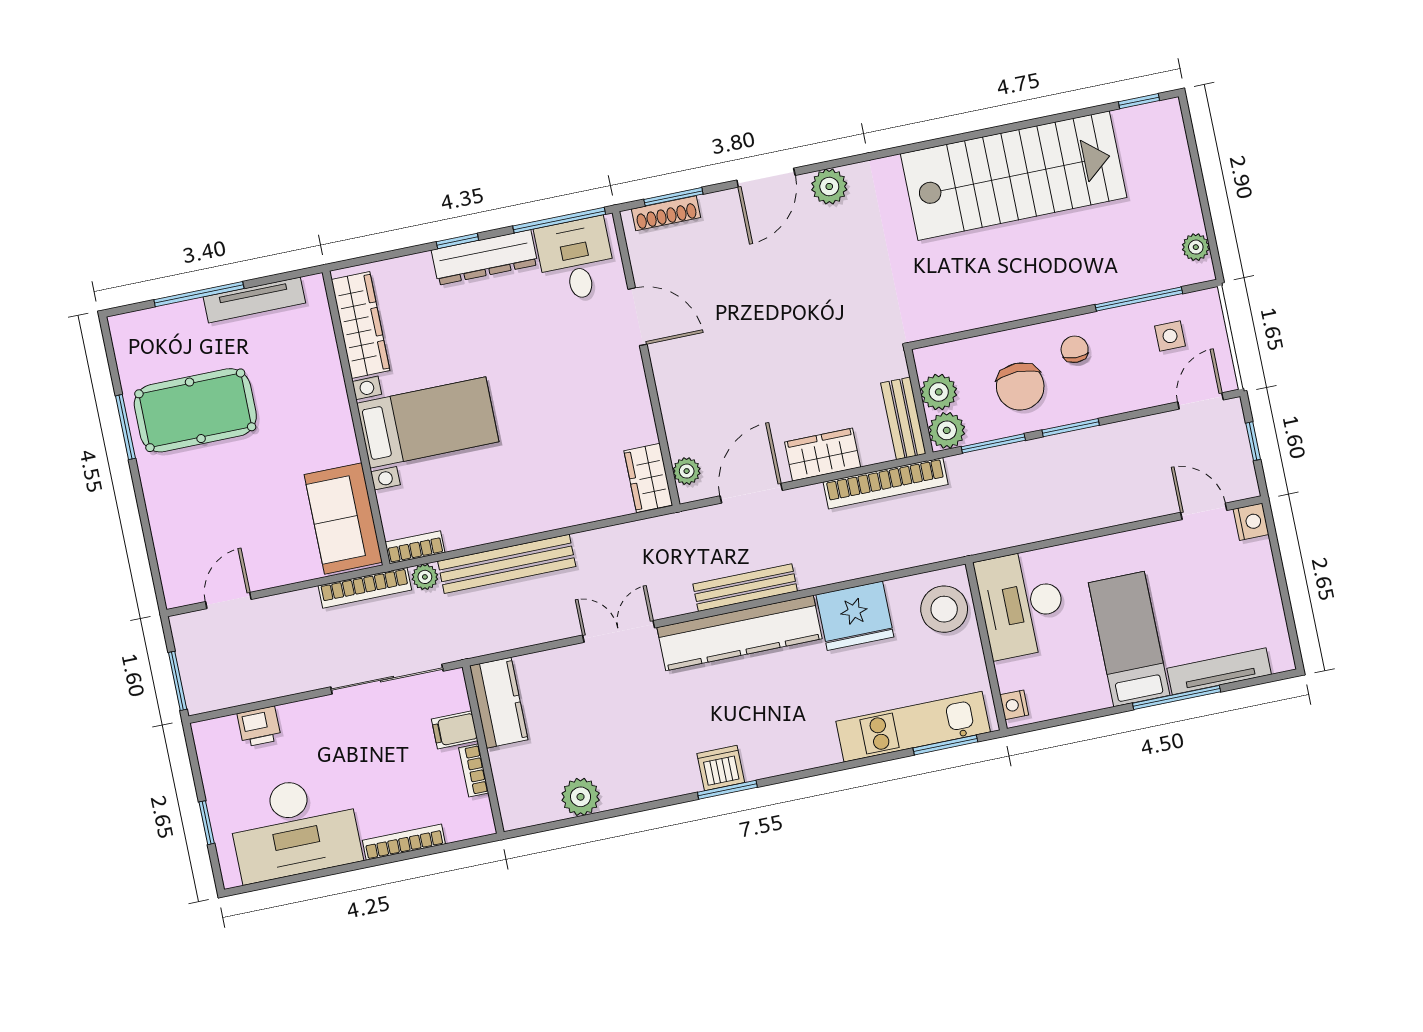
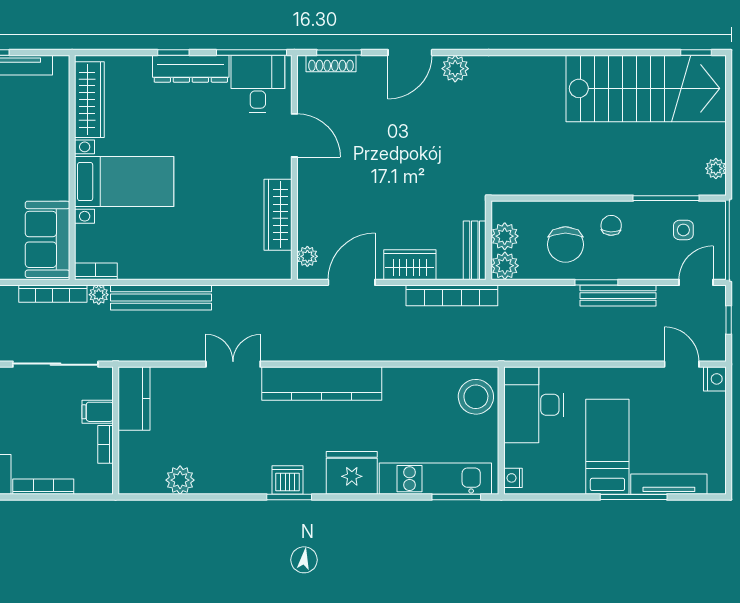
stairs: (1014, 176) -> (646, 88), moved
window: (993, 443) -> (537, 282), removed
wardrobe: (648, 478) -> (278, 215), moved, width x1.50
bench: (745, 588) -> (618, 296), moved
fridge: (855, 616) -> (352, 473), moved, turned 180

